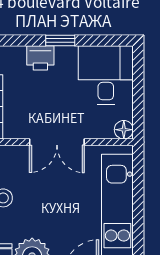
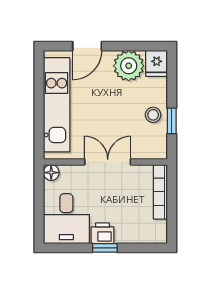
printer: (40, 58) -> (103, 233), moved

